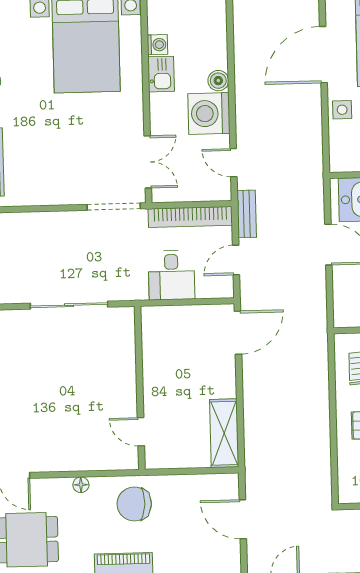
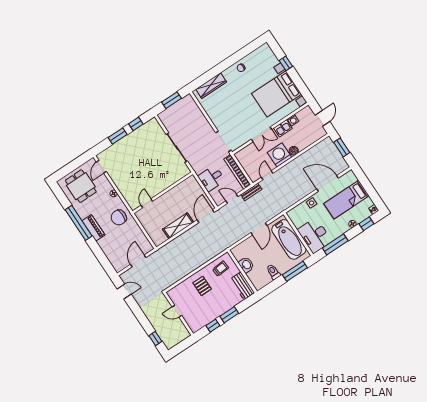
double door: (148, 162) -> (261, 134), moved
door: (238, 333) -> (206, 216), swing flipped
shelving: (224, 433) -> (178, 226), moved
chair: (134, 504) -> (119, 217), turned -93

